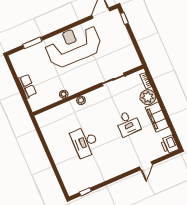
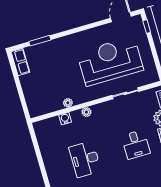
reception desk: (73, 46) -> (110, 61), moved
row of seats: (27, 86) -> (20, 62), moved
water cooler: (63, 108) -> (65, 119), added

